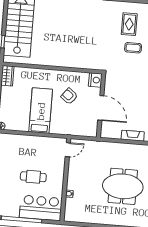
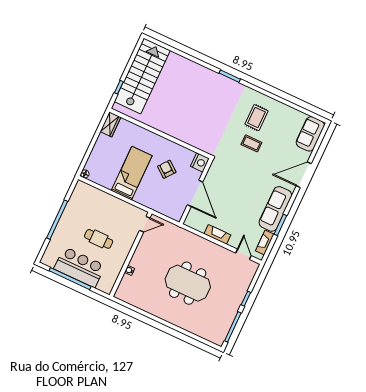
bar counter: (41, 208) -> (79, 267), moved

